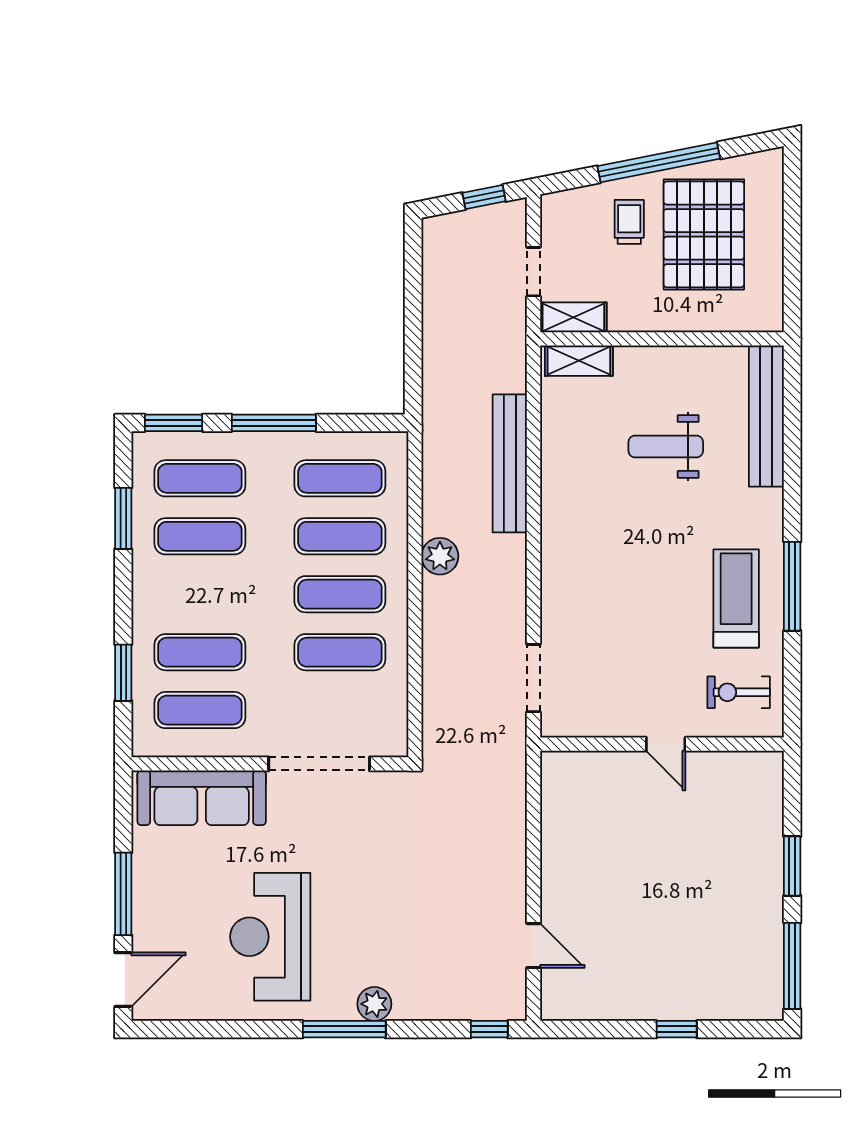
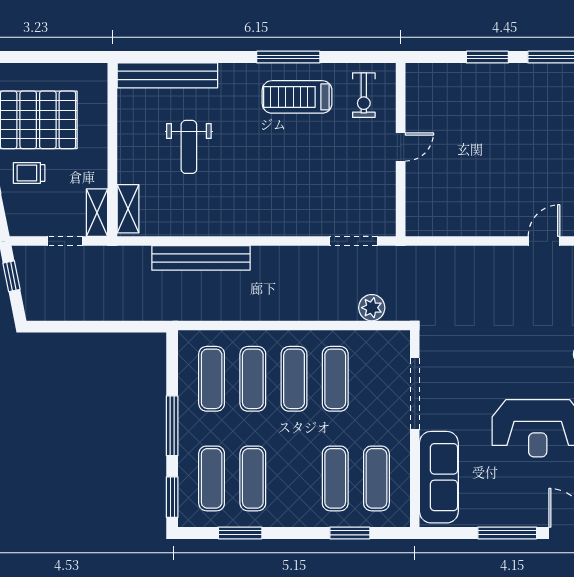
plant: (440, 556) -> (372, 308), moved

